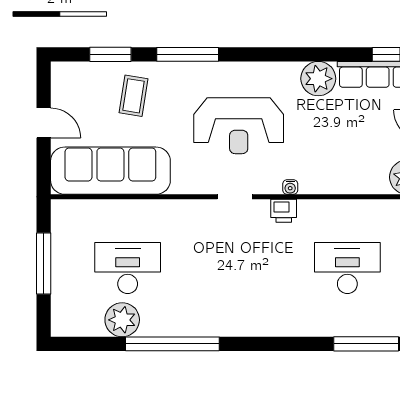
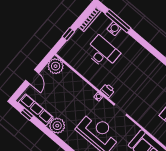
desk: (347, 268) -> (102, 52), turned 180
water cooler: (362, 325) -> (114, 29), added

